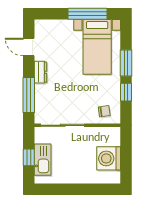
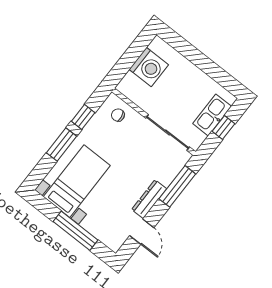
window: (88, 14) -> (76, 231), moved
dresser: (40, 72) -> (149, 199), width x1.44

